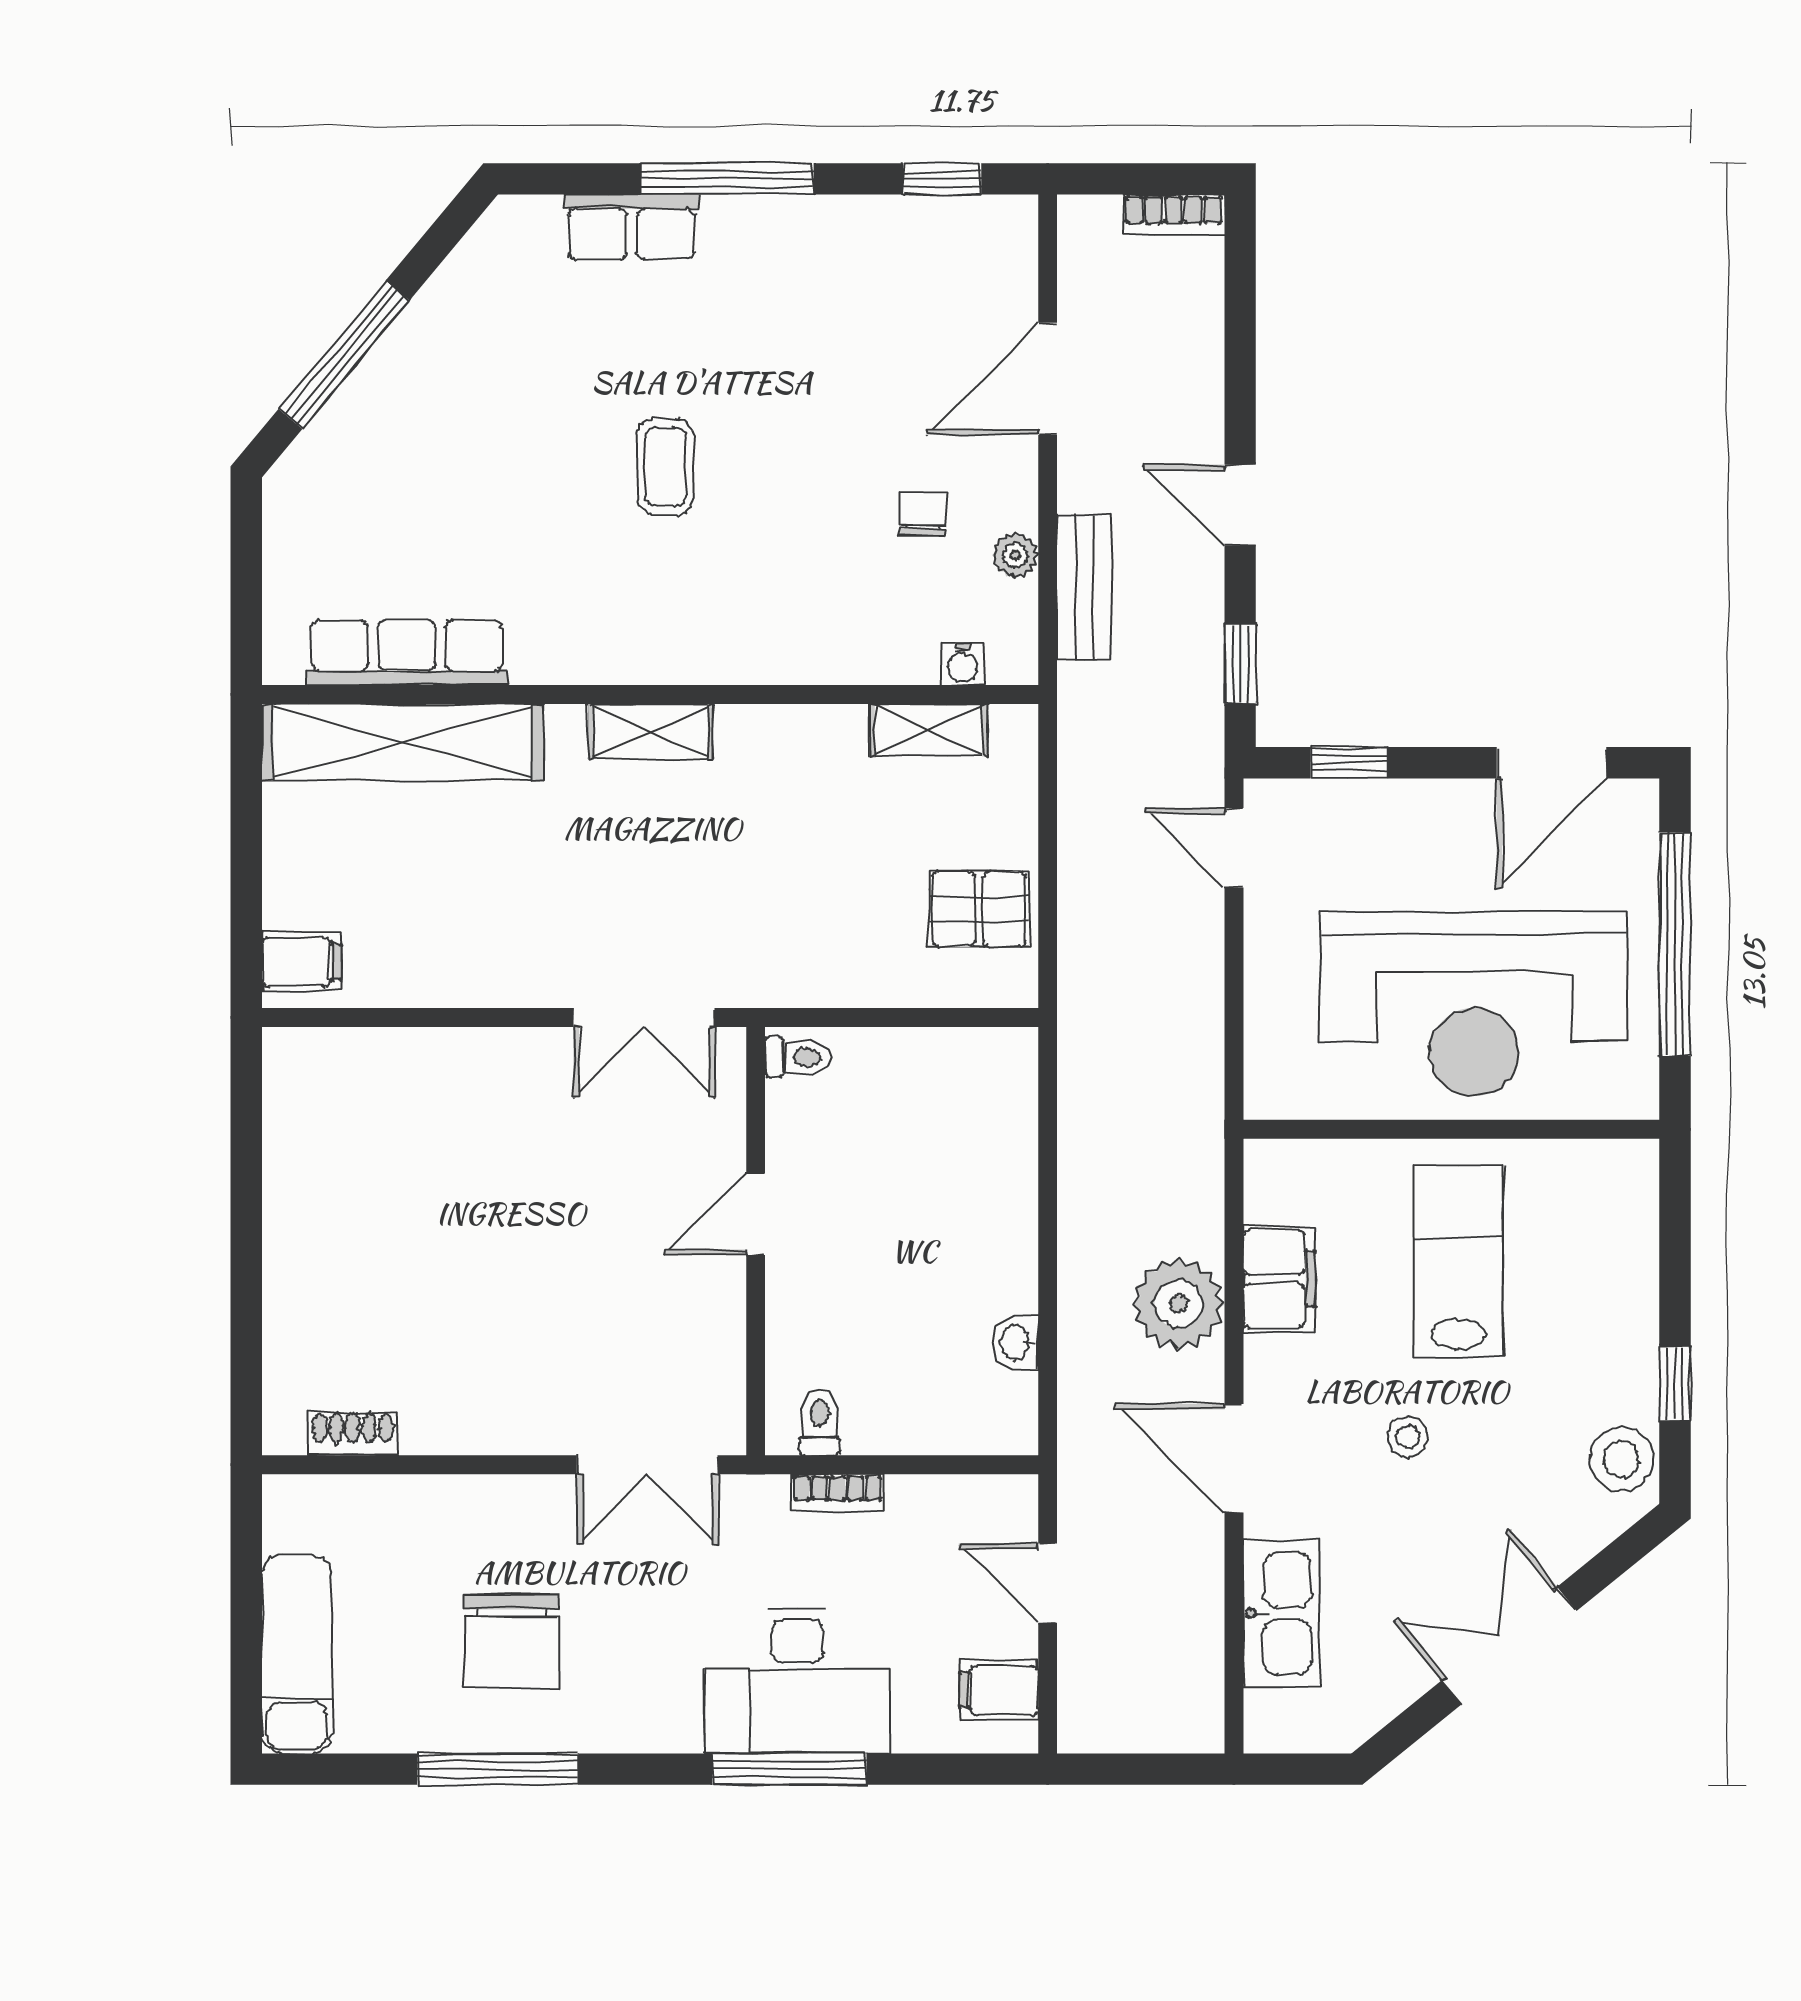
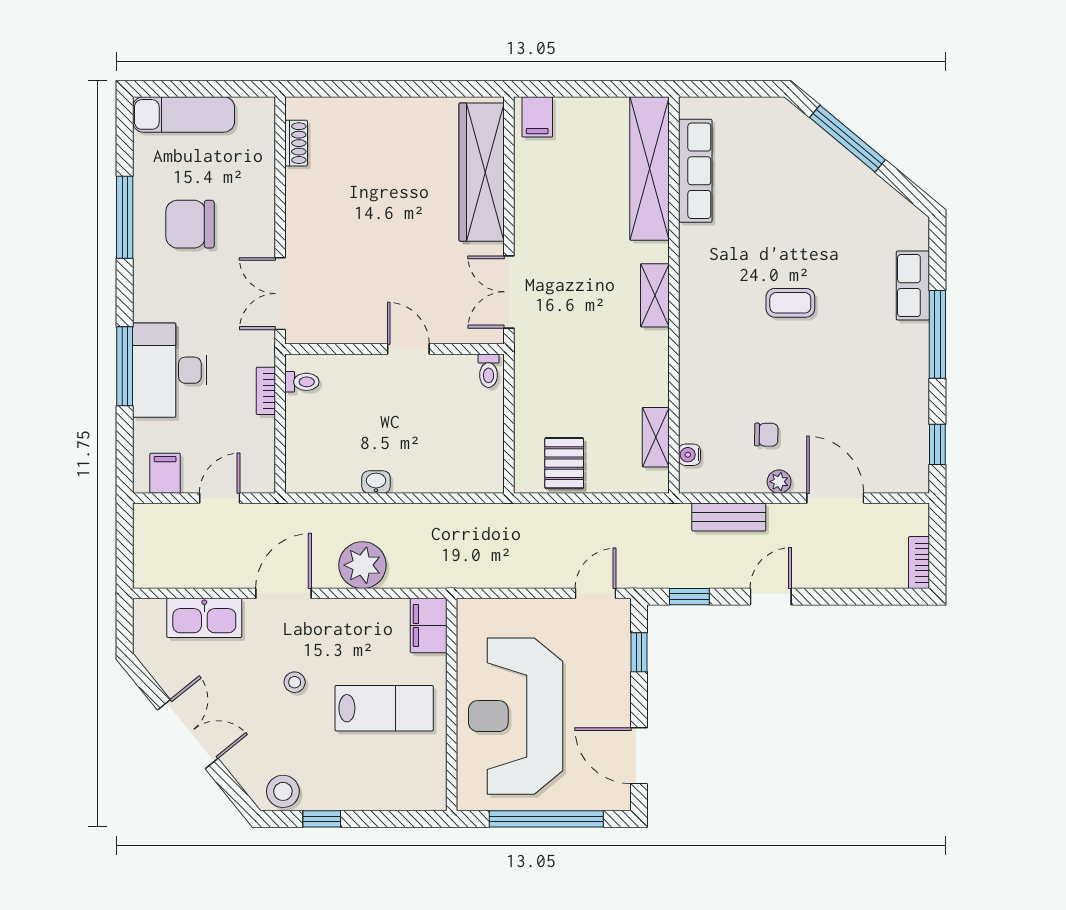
plant: (1015, 555) -> (779, 482), moved
wardrobe: (409, 1071) -> (482, 172), added
filing cabinet: (1279, 1279) -> (429, 626), moved, turned 90
washbasin: (1016, 1342) -> (376, 482), moved

